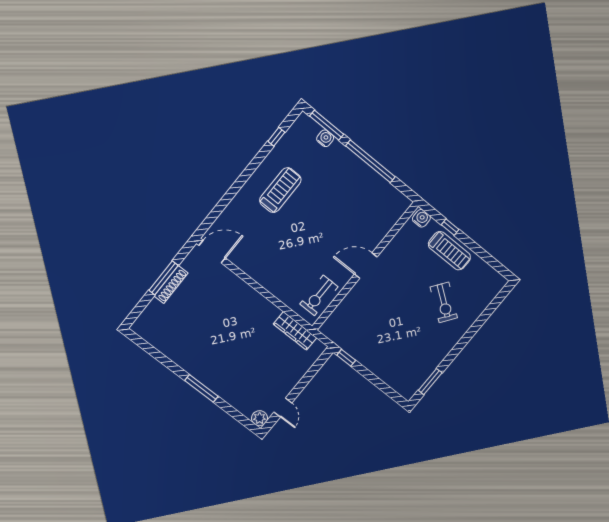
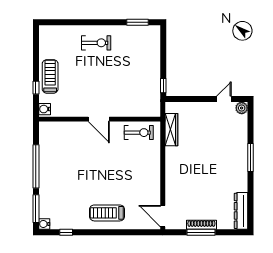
water cooler: (325, 138) -> (44, 224), moved
treadmill: (280, 190) -> (107, 213), moved
exercise bike: (444, 302) -> (96, 43), moved, turned 54
dresser: (153, 336) -> (241, 211), added

